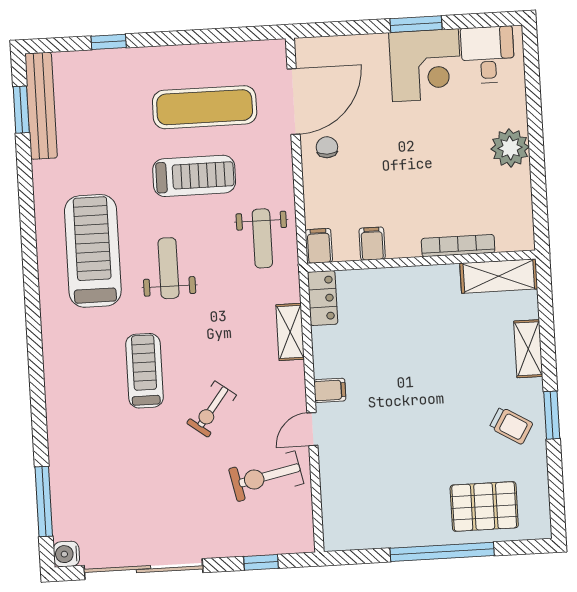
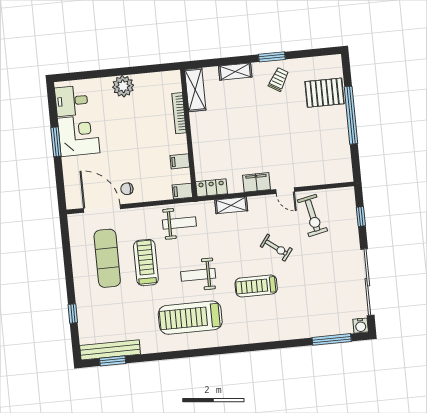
filing cabinet: (330, 390) -> (257, 182), width x2.00
pallet: (484, 506) -> (325, 93), turned 90

